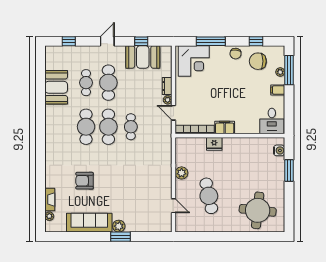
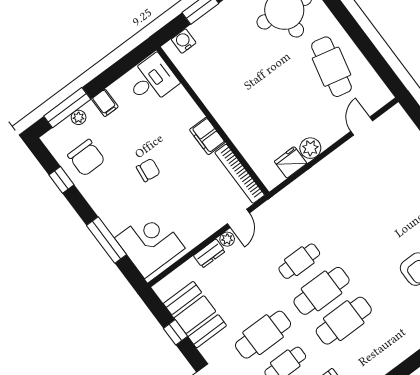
chair: (236, 54) -> (148, 170), moved
fridge: (214, 144) -> (291, 162), moved, turned -90
cafe table: (209, 196) -> (331, 67), moved, turned -65

